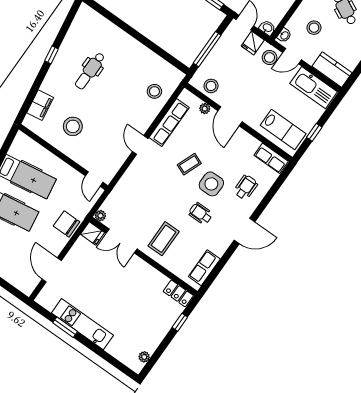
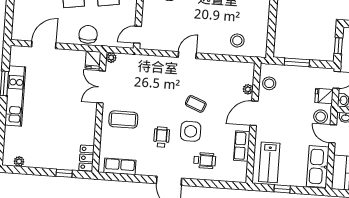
window: (207, 49) -> (297, 62), width x0.69
row of seats: (169, 123) -> (219, 67), removed
row of seats: (271, 158) -> (242, 146), moved

